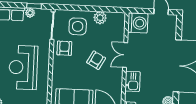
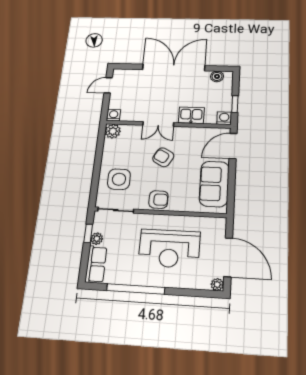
plant: (100, 18) -> (113, 131), moved
washing machine: (138, 23) -> (114, 115), width x0.53, depth x0.53
armchair: (64, 48) -> (158, 200), moved, turned 180

